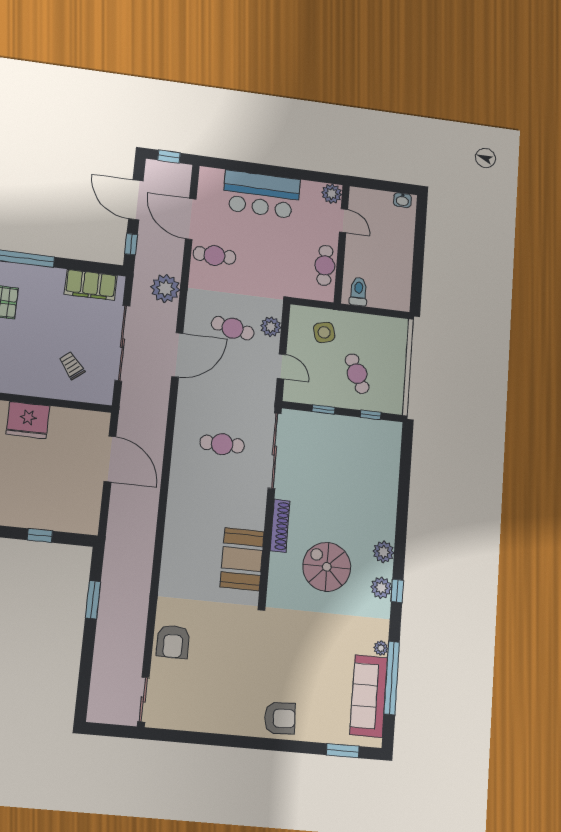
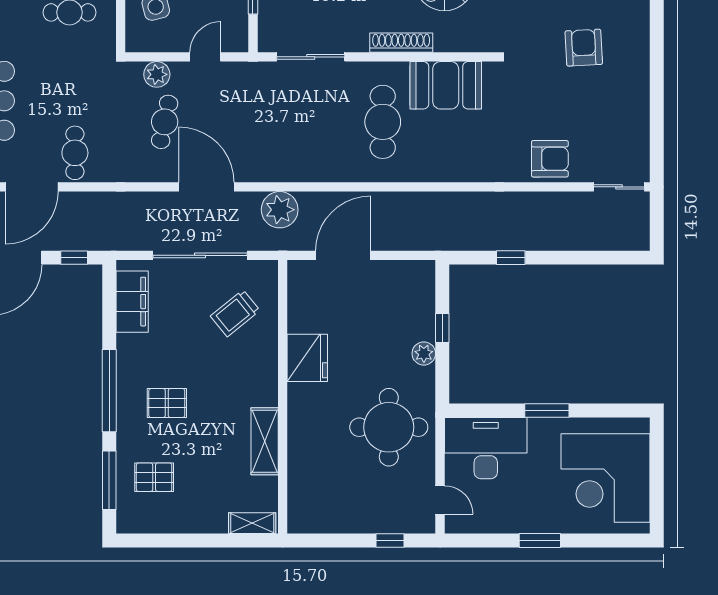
plant: (165, 288) -> (280, 210), moved
trolley: (72, 366) -> (235, 313), width x1.36, depth x1.39
cafe table: (222, 444) -> (383, 122), moved, width x1.37, depth x1.35
sliding door: (275, 451) -> (311, 57), width x0.73
plant: (20, 518) -> (424, 353), added
window: (93, 600) -> (511, 258), width x0.67
armchair: (280, 718) -> (584, 48), moved

